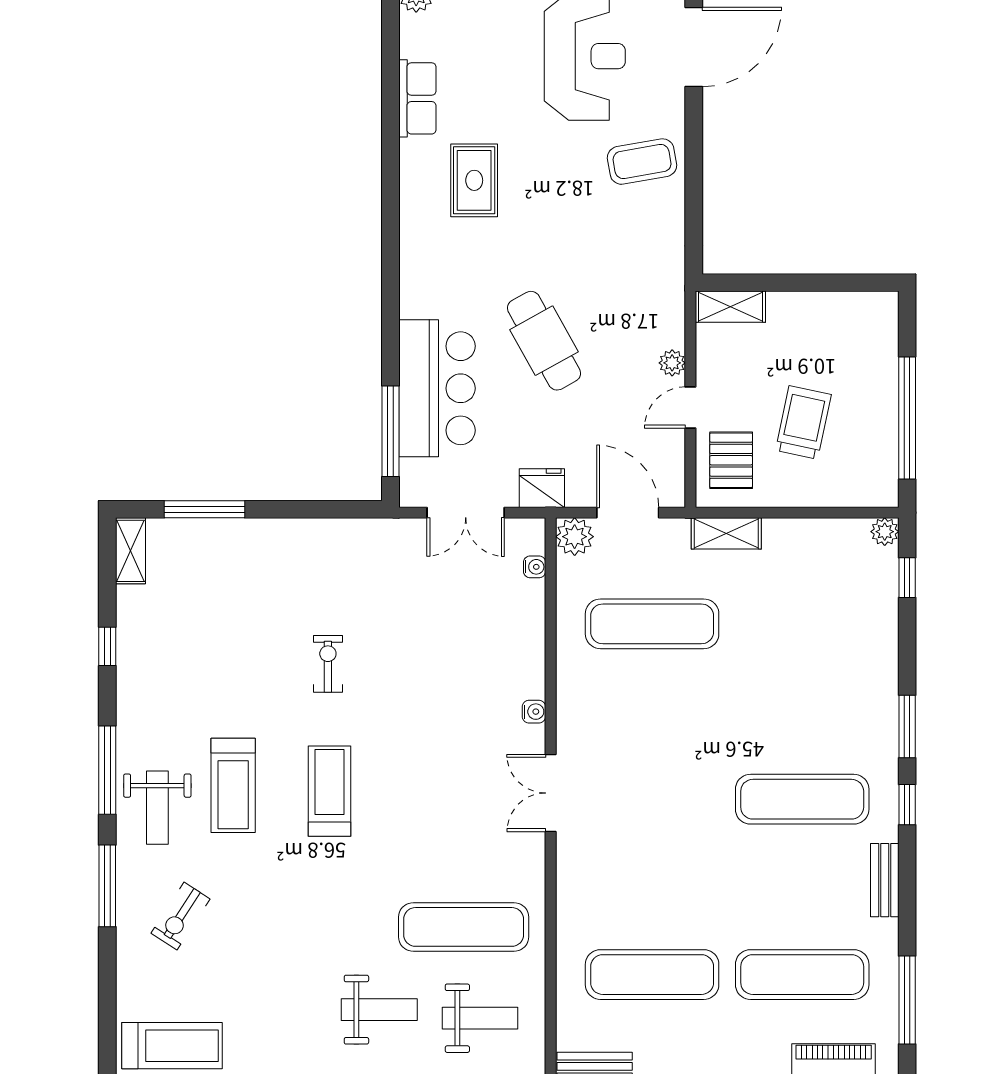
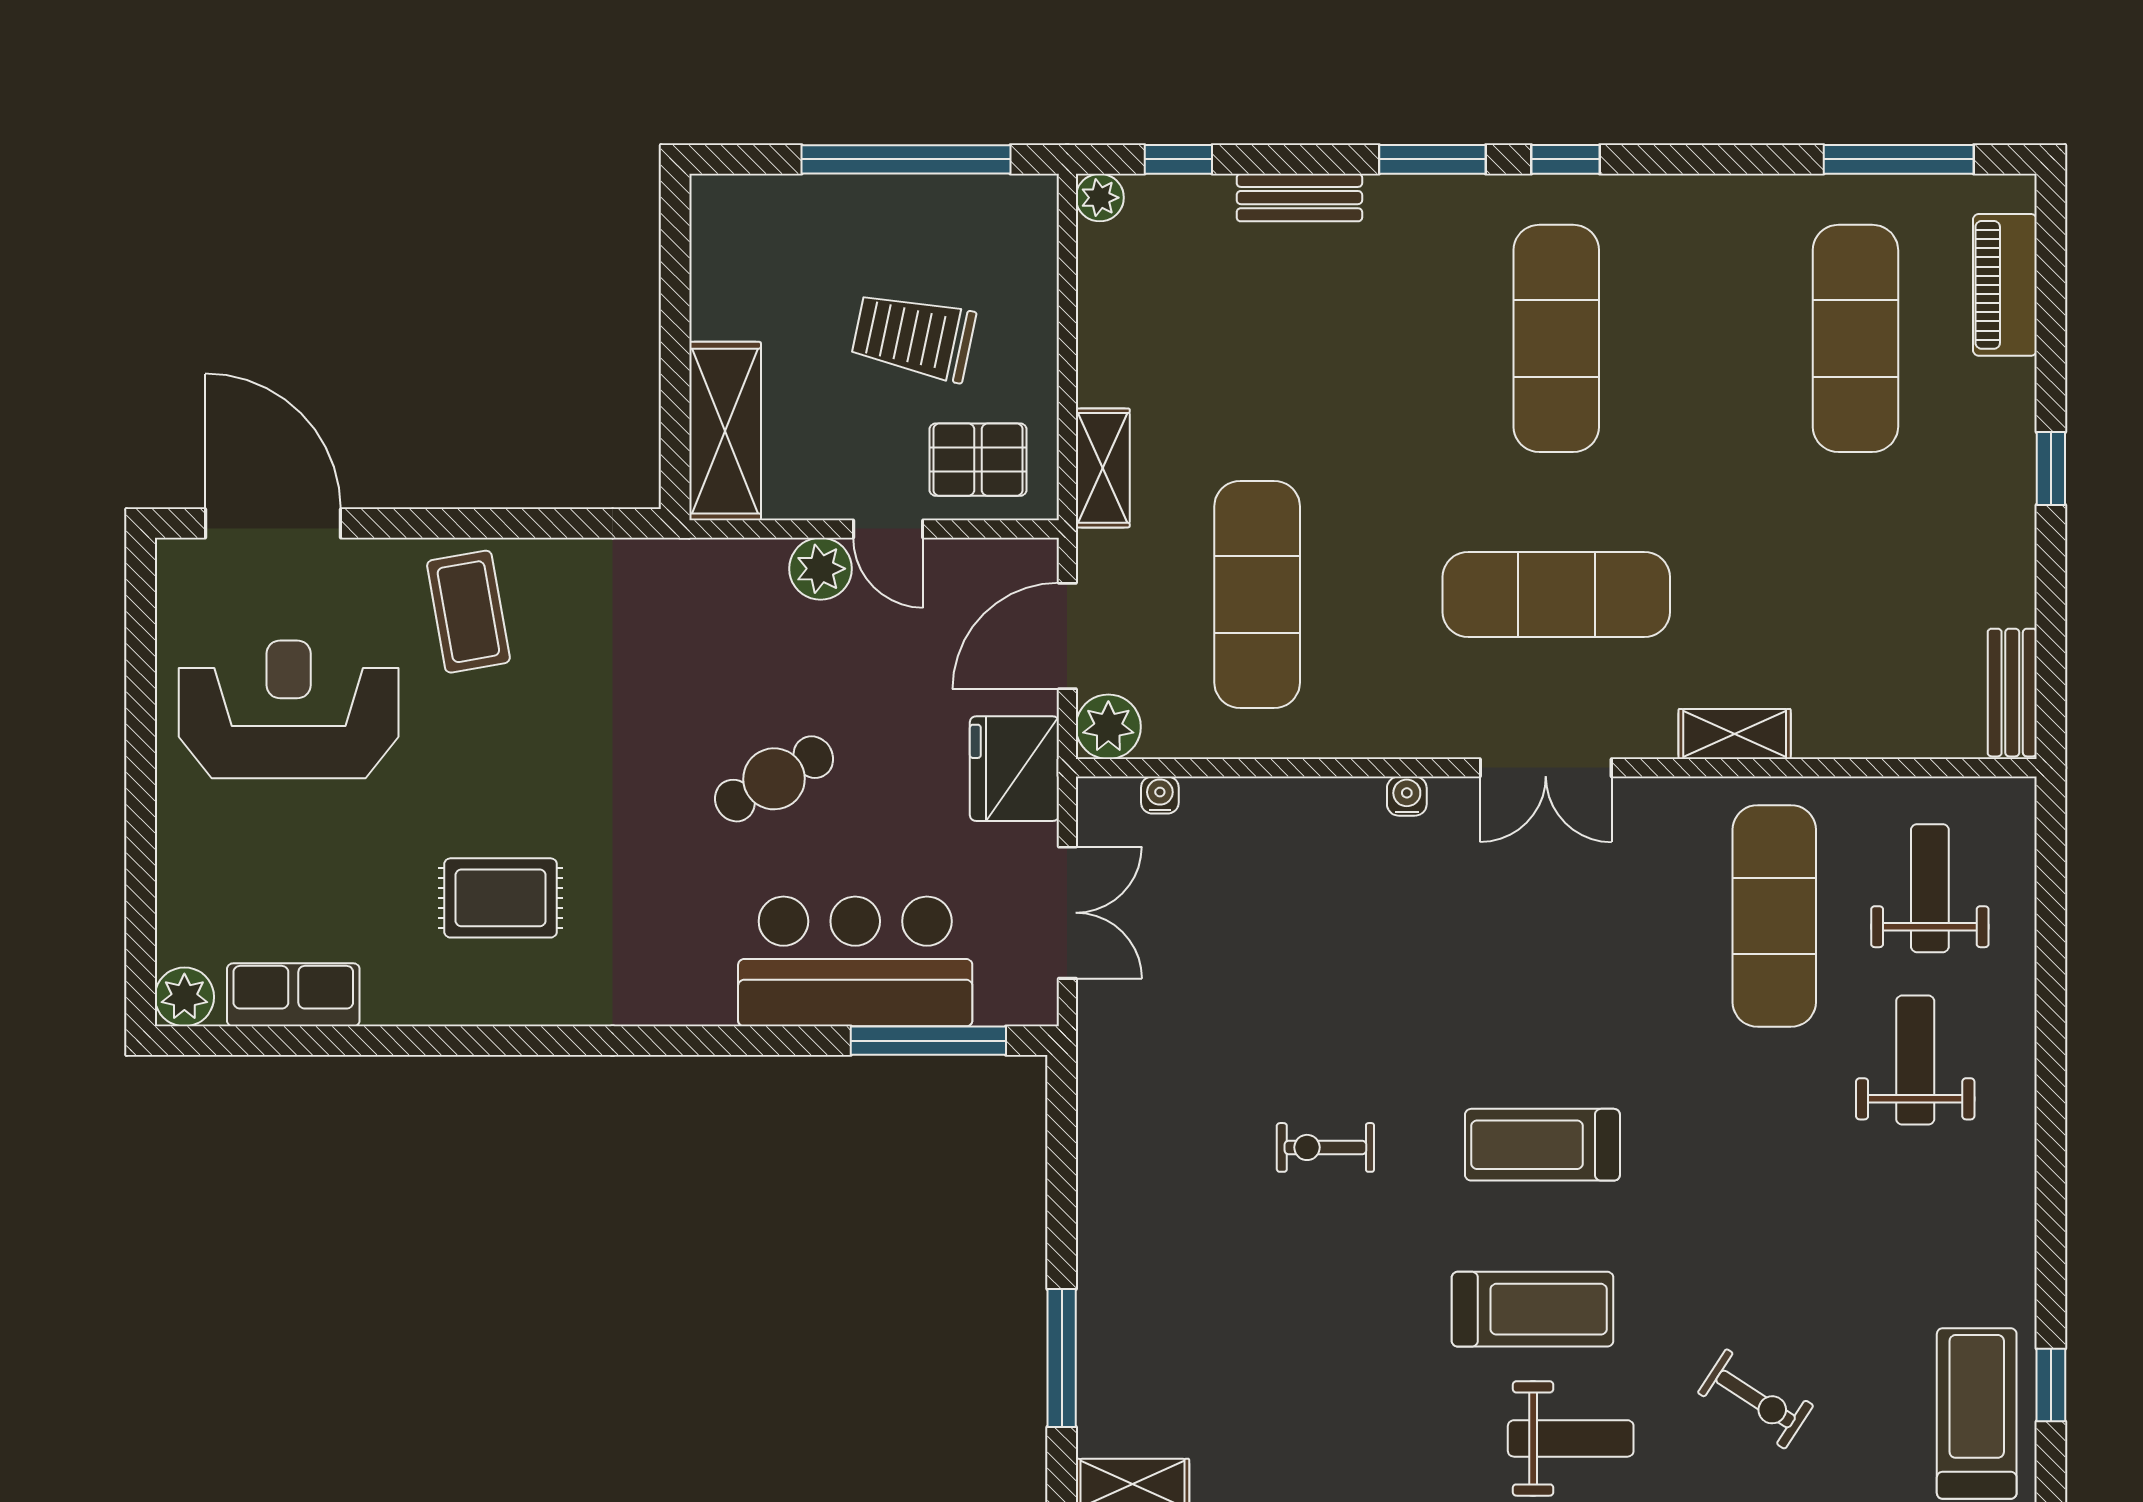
row of seats: (417, 98) -> (293, 995), moved
shelving: (730, 307) -> (725, 431), width x1.50, depth x1.33
cafe table: (544, 341) -> (774, 779), width x0.73, depth x0.74
plant: (672, 363) -> (821, 569), width x1.38, depth x1.38
fridge: (542, 488) -> (1014, 769), width x1.36, depth x1.34
bench: (885, 880) -> (1299, 198), moved
shelving: (570, 904) -> (1735, 734), added
exercise mat: (652, 975) -> (1556, 594), moved, turned 90

